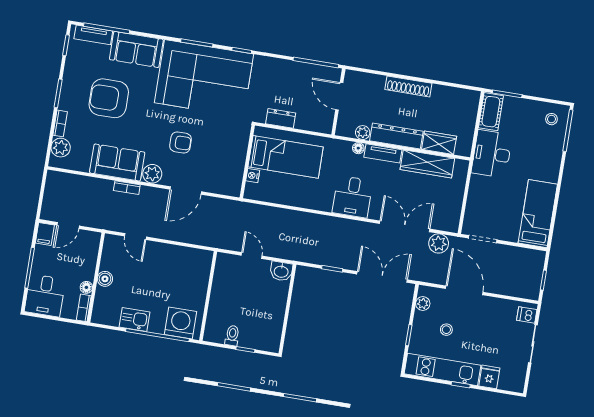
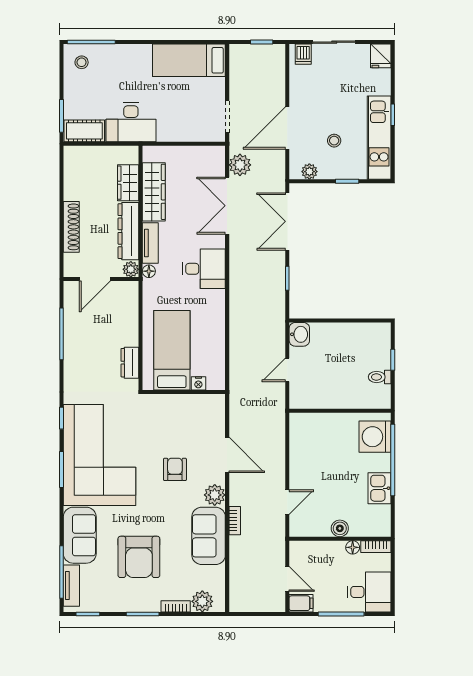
door: (339, 96) -> (95, 279), moved
wall: (338, 102) -> (101, 279), moved
fridge: (489, 377) -> (381, 56), moved, turned -90

